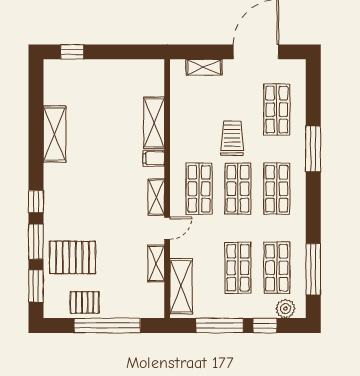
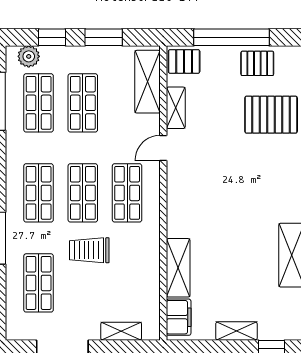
trolley: (232, 138) -> (89, 250), turned 90
filing cabinet: (154, 158) -> (179, 317), moved, width x2.00
shelving: (156, 197) -> (236, 331), moved, turned 90
pallet: (149, 304) -> (184, 61), added
window: (220, 325) -> (104, 37), width x0.69

